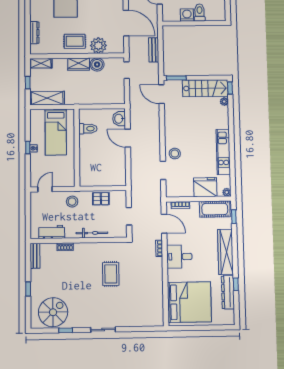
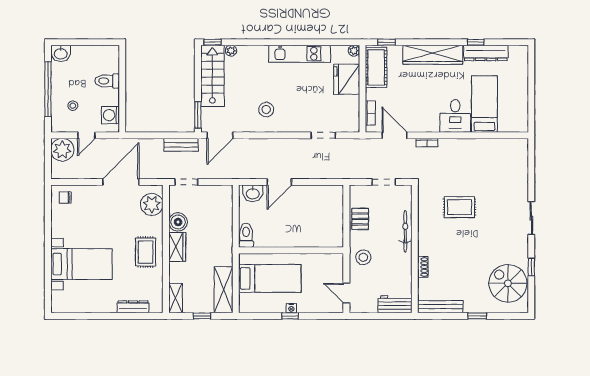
washing machine: (187, 15) -> (110, 115), moved
plant: (98, 45) -> (152, 204), moved
bench: (154, 50) -> (181, 145), moved
toilet: (88, 129) -> (246, 235), moved
stool: (175, 154) -> (266, 110), moved
door: (164, 224) -> (395, 135), hinge flipped
workbench: (52, 232) -> (395, 304), moved, turned 90
bench: (35, 256) -> (440, 307), width x1.36
desk: (179, 257) -> (455, 116), moved
bed: (189, 302) -> (484, 104), width x0.49

